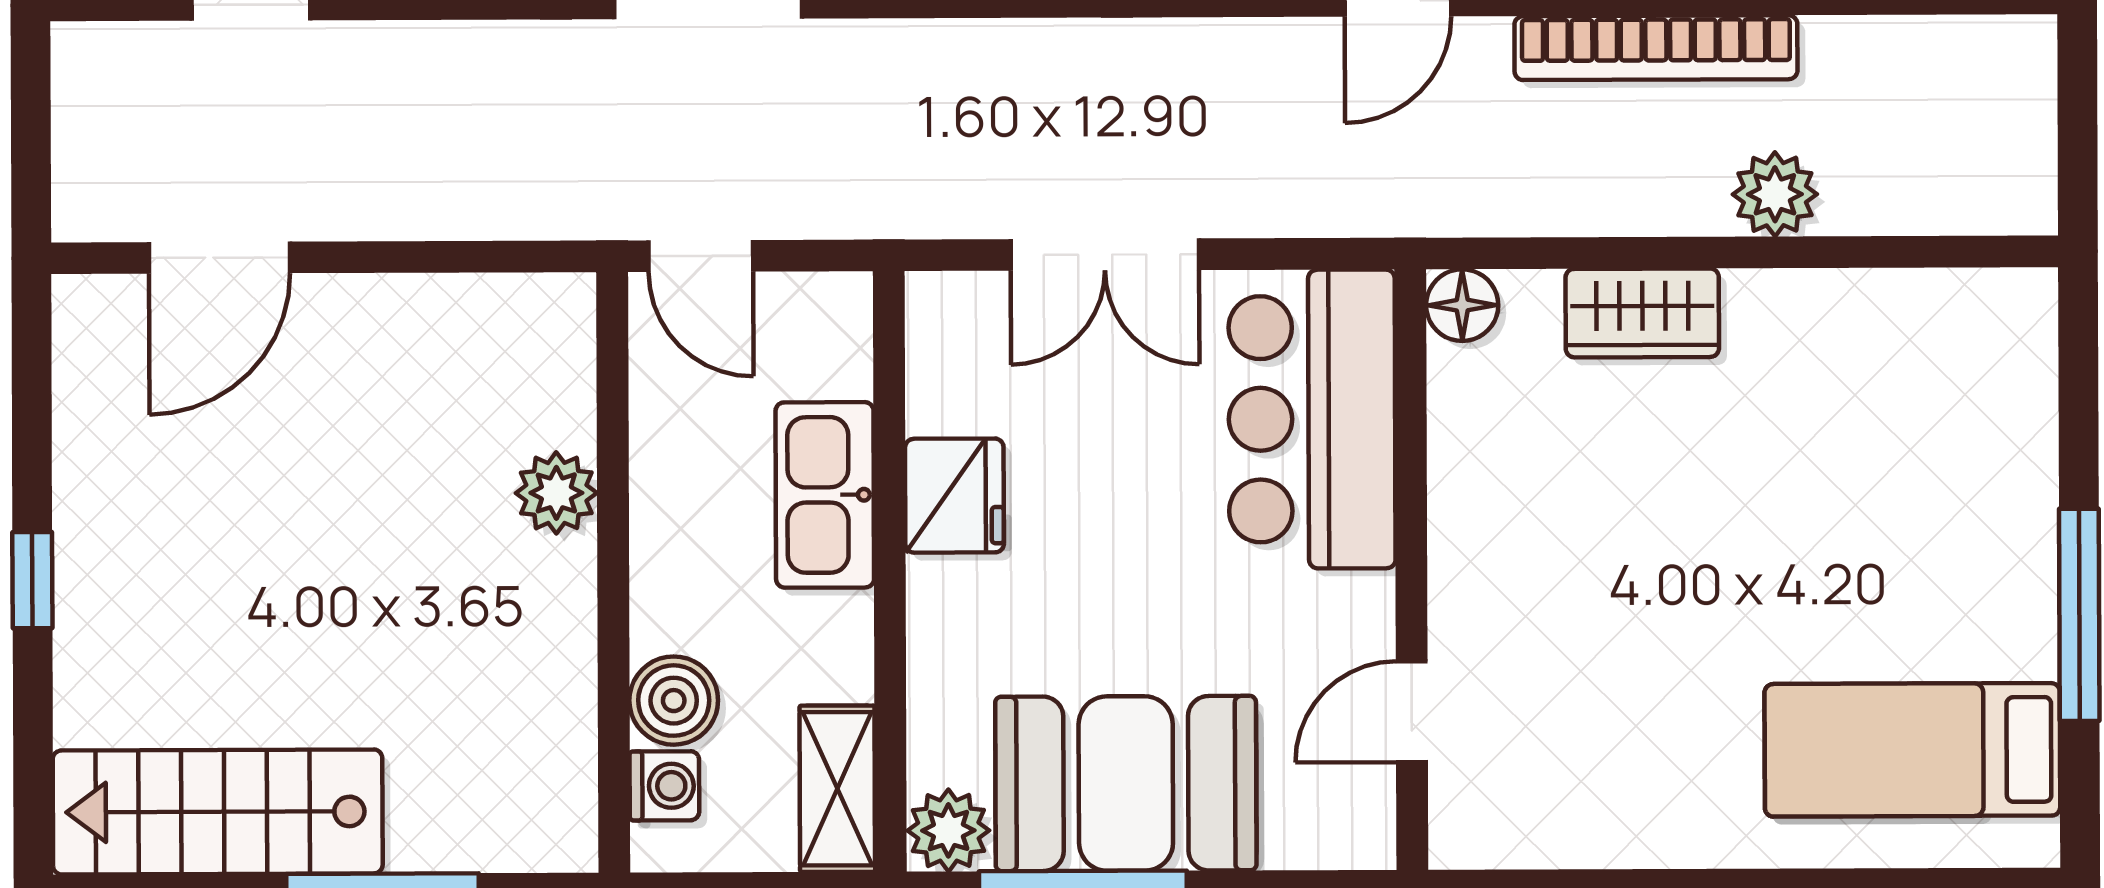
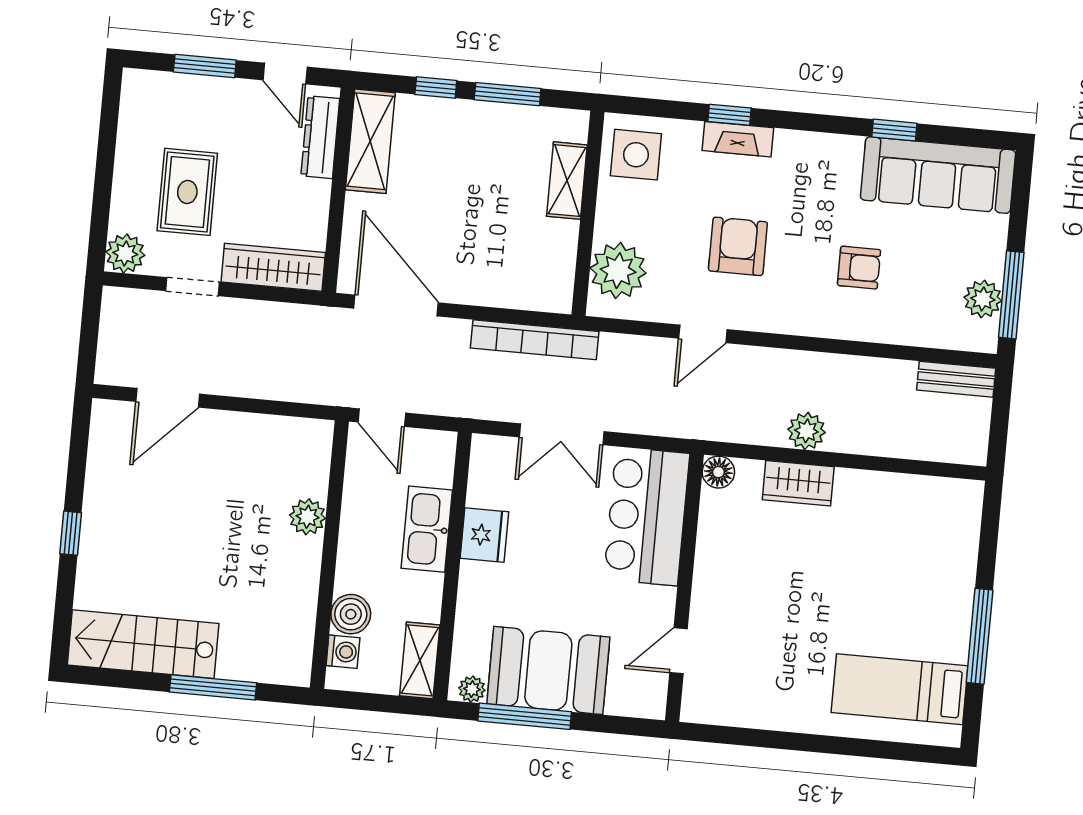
bench: (1972, 47) -> (956, 379), added
bookcase: (1656, 48) -> (535, 340), moved
plant: (1775, 194) -> (806, 431), moved
plant: (948, 830) -> (472, 689), width x0.73, depth x0.73

